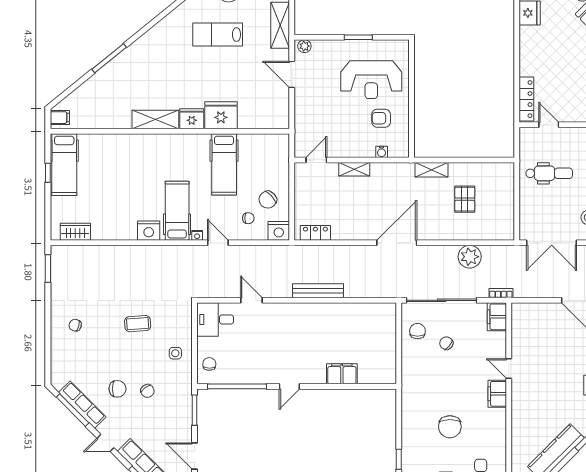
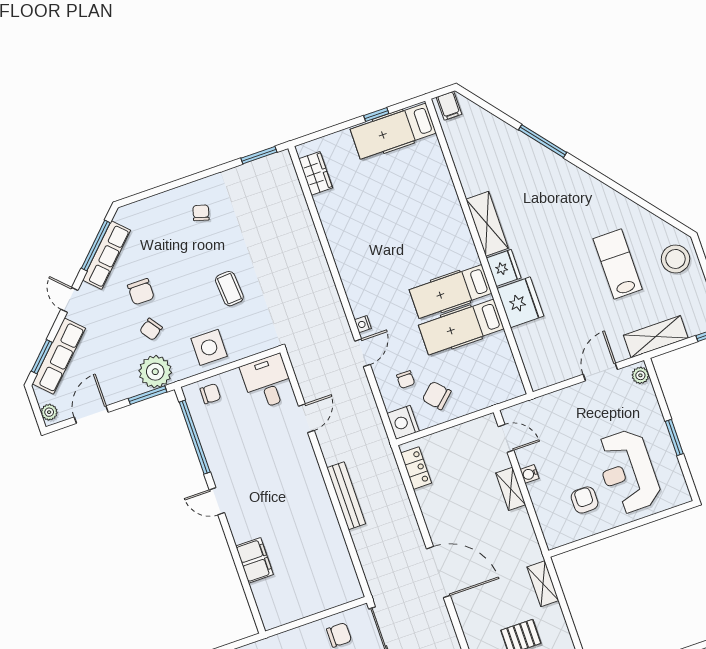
water cooler: (382, 152) -> (530, 474), moved
hospital bed: (177, 211) -> (451, 291), moved, turned 180
nightstand: (149, 231) -> (348, 263), removed
side table: (175, 353) -> (209, 347), width x1.87, depth x1.87
plant: (179, 399) -> (155, 372), added

